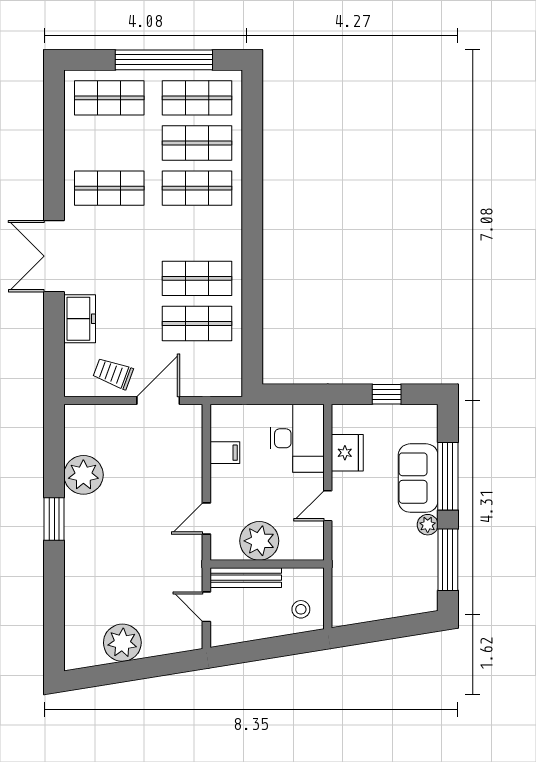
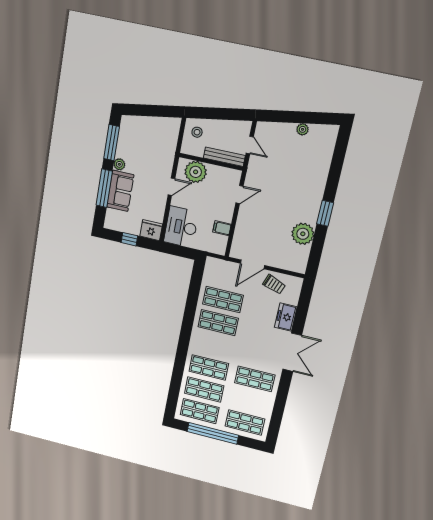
fridge: (347, 453) -> (151, 230), moved, turned 90
plant: (259, 541) -> (196, 172), moved
plant: (122, 643) -> (303, 129), width x0.53, depth x0.53

